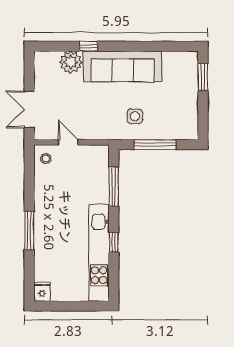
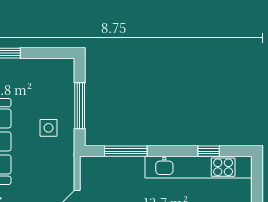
window: (114, 242) -> (209, 151), moved

